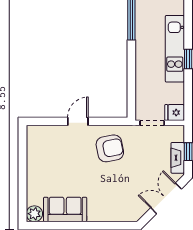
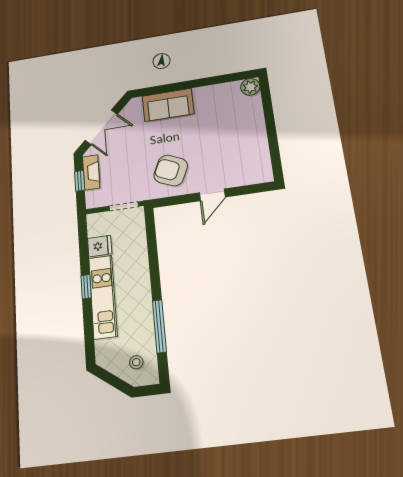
fridge: (175, 113) -> (100, 246), moved
armchair: (110, 148) -> (171, 170), turned 35
sofa: (65, 209) -> (168, 105), moved

